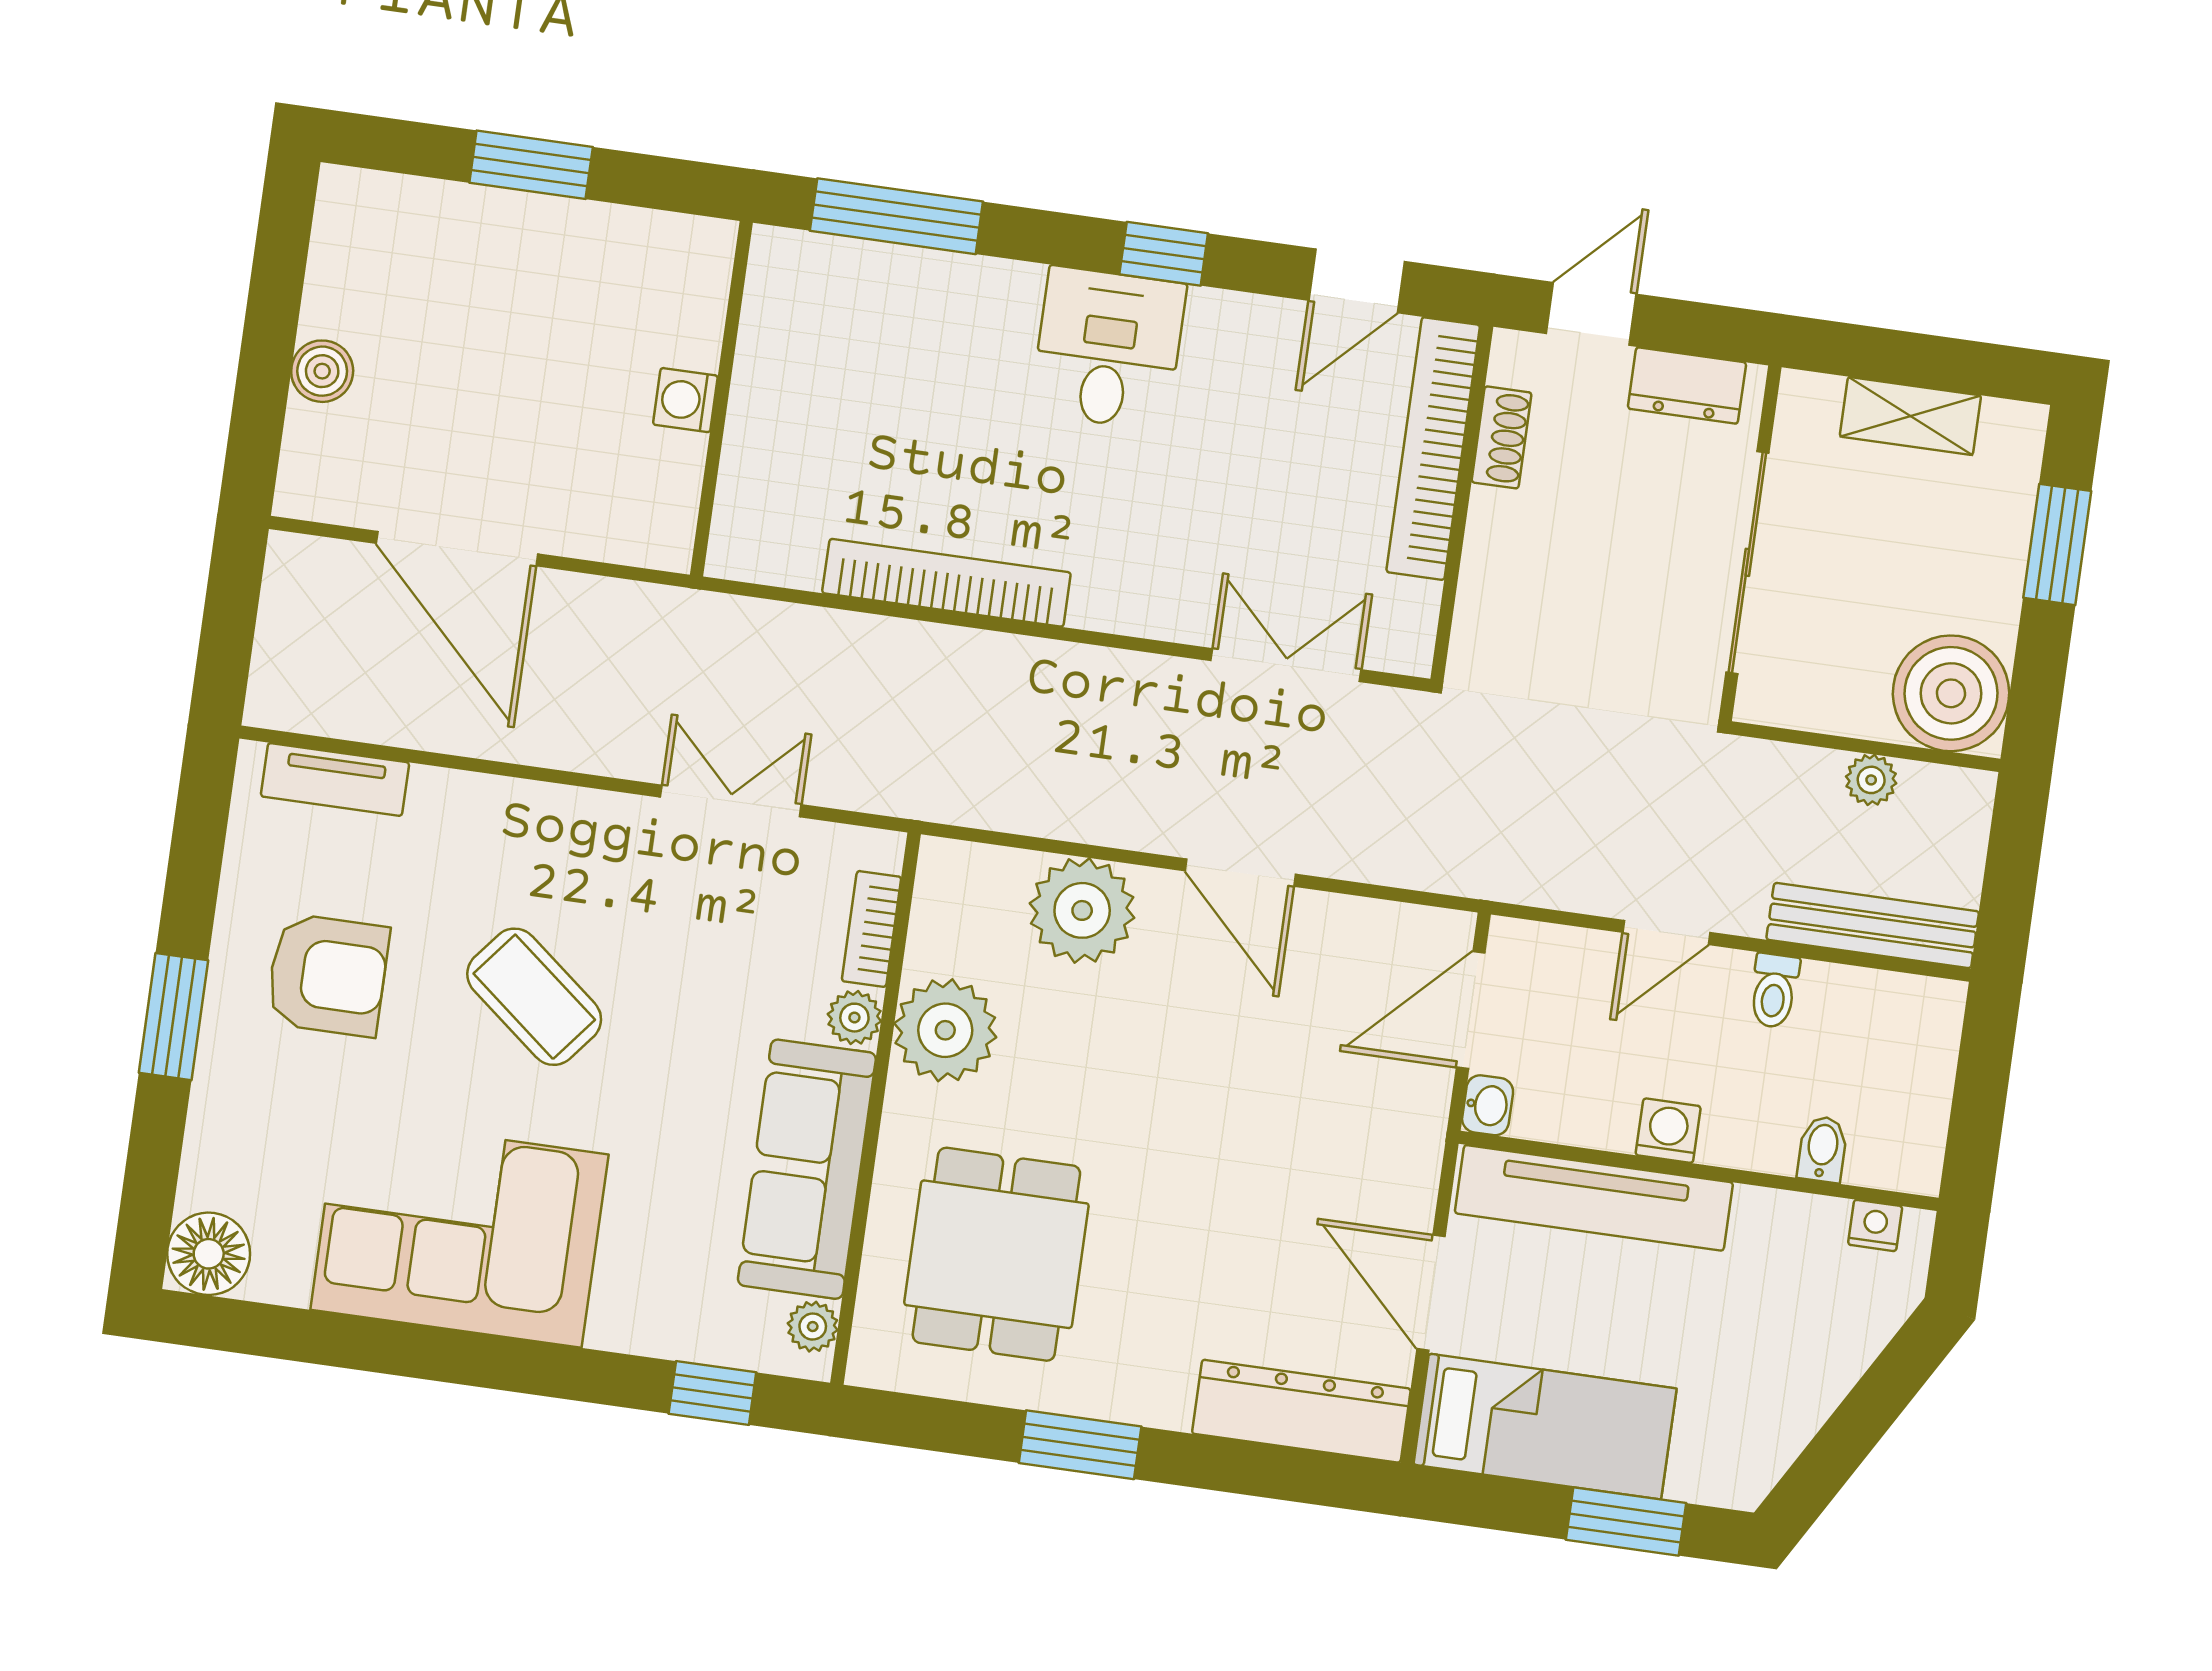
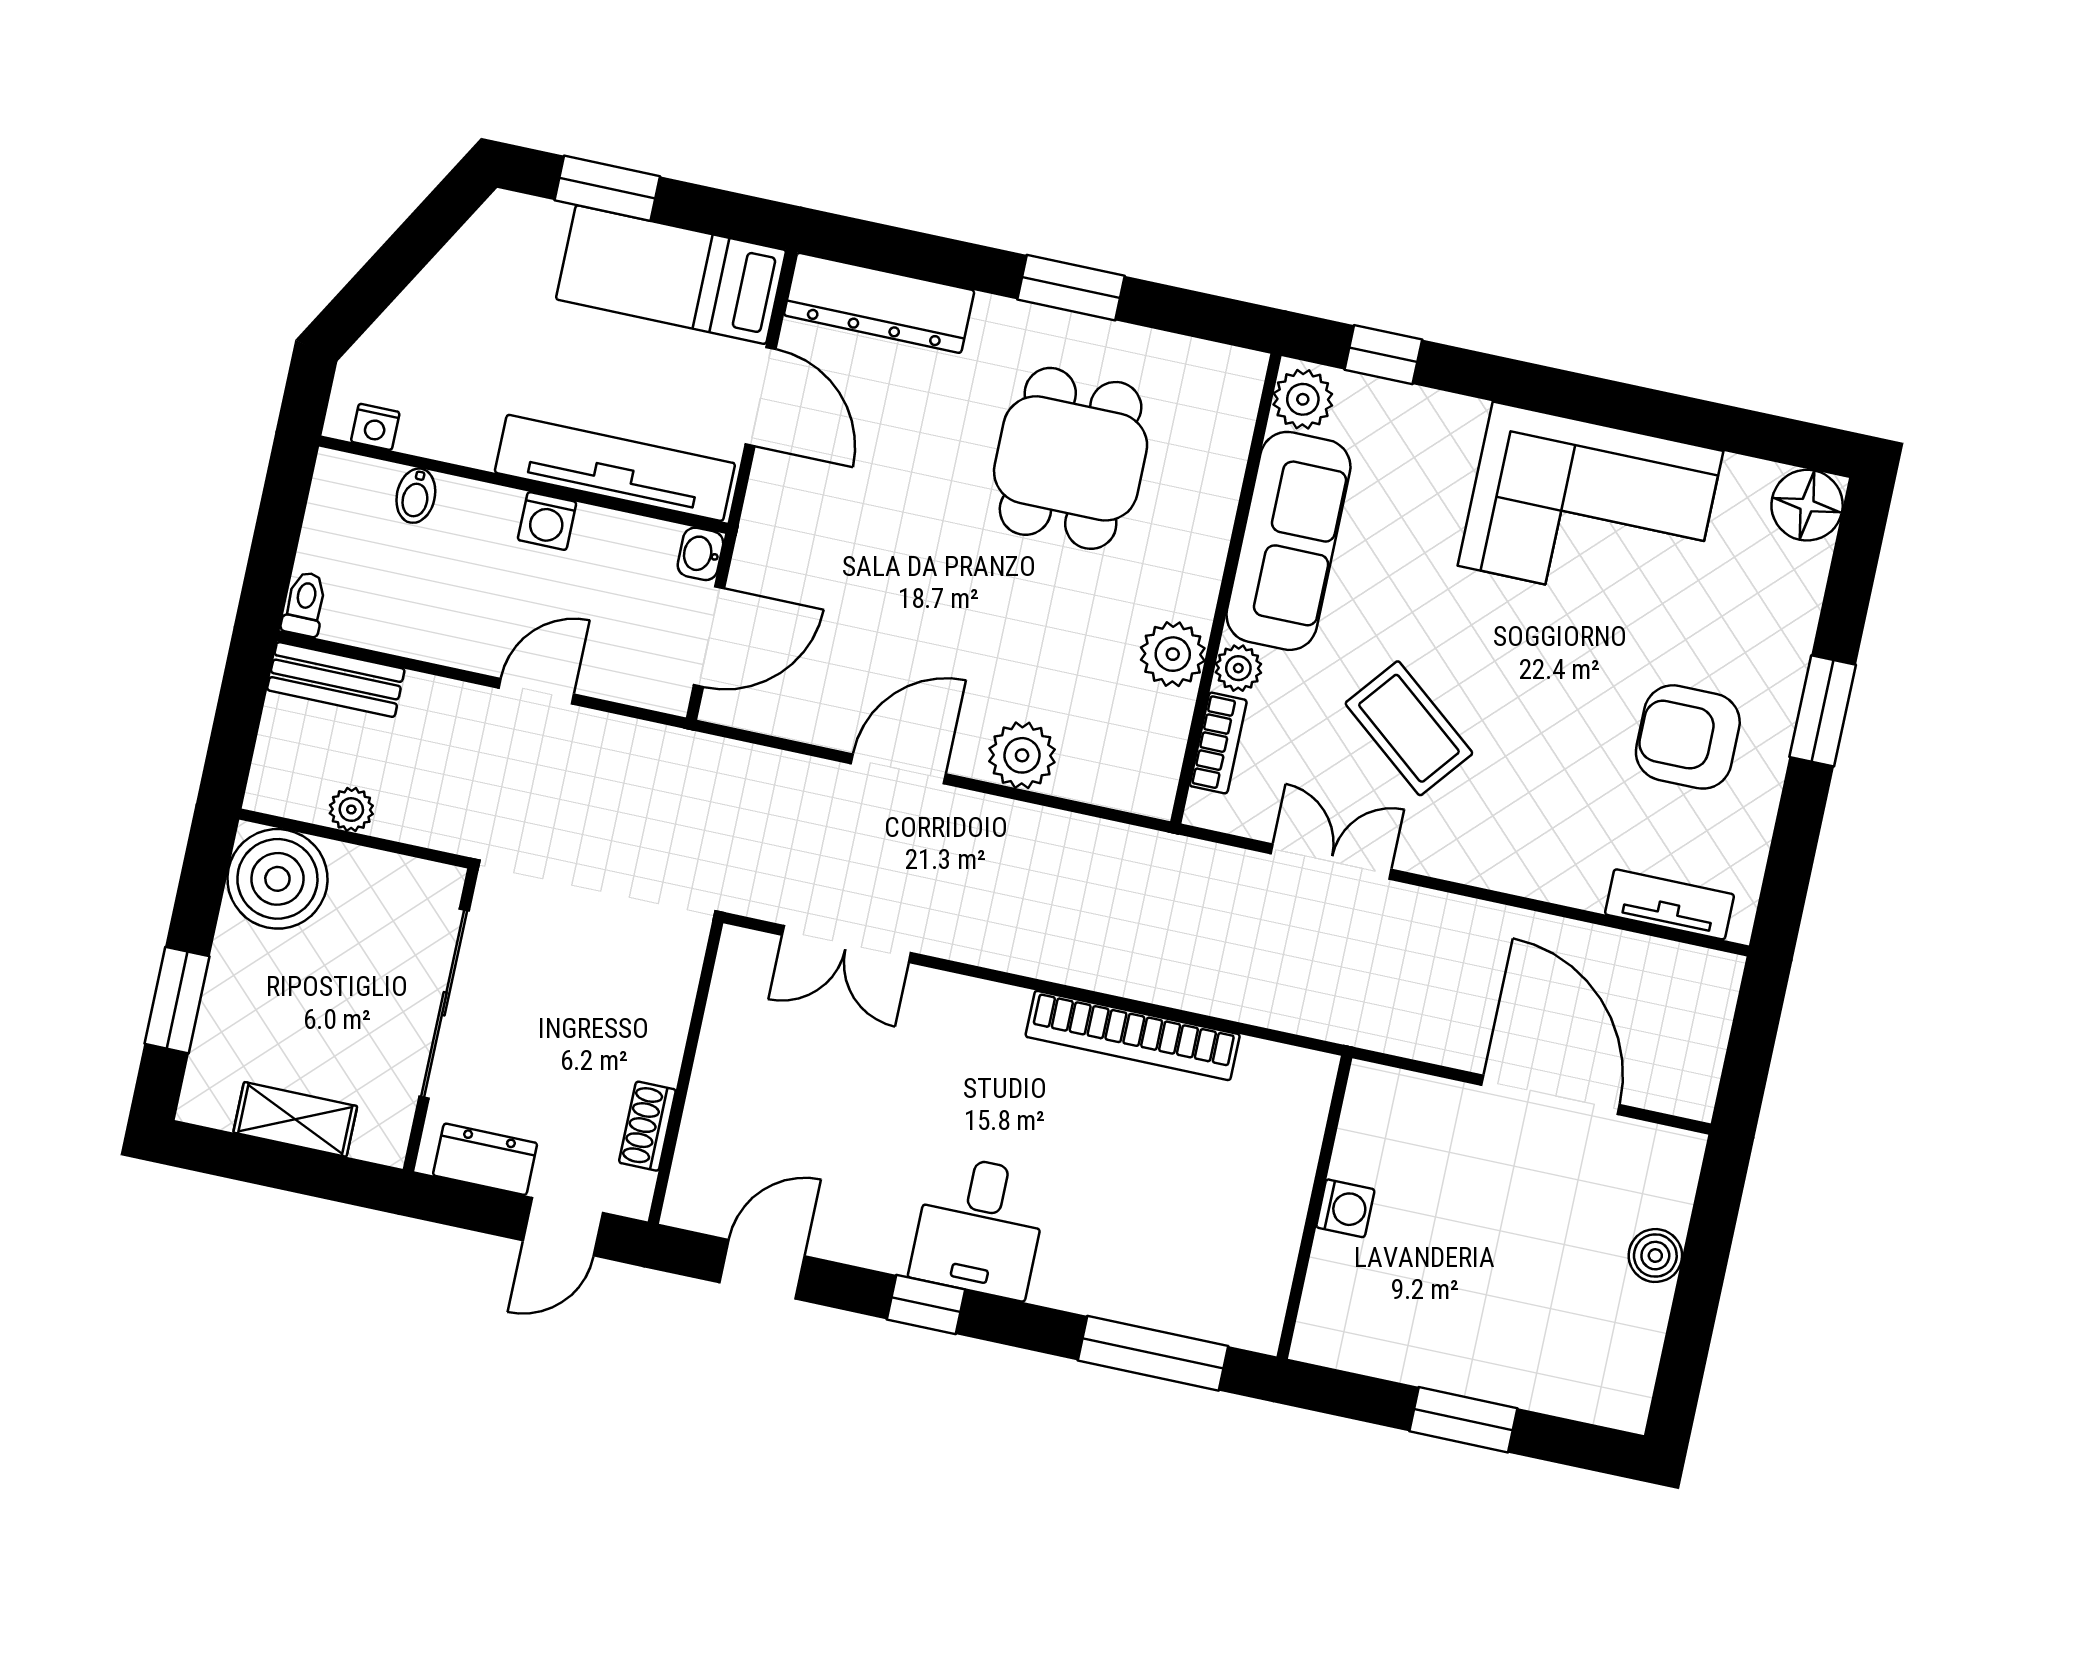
bookcase: (1433, 449) -> (707, 1121), removed
double door: (731, 801) -> (1331, 862), swing flipped
door: (1240, 873) -> (898, 769), hinge flipped
plant: (1082, 910) -> (1022, 755), width x0.73, depth x0.73
bench: (1873, 926) -> (336, 679), width x0.73
toilet: (1774, 991) -> (305, 604), moved
coffee table: (534, 997) -> (1409, 728), moved
plant: (945, 1030) -> (1173, 654), width x0.73, depth x0.73
dining table: (996, 1254) -> (1071, 458), moved
plant: (813, 1327) -> (1303, 399), width x1.38, depth x1.38

